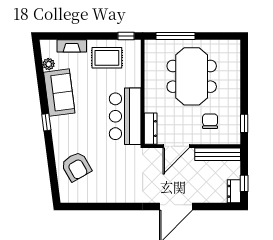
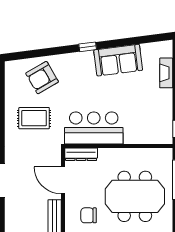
rug: (107, 58) -> (34, 118), moved, turned 90
plant: (49, 64) -> (147, 49), removed
chair: (210, 121) -> (89, 215), turned 180

